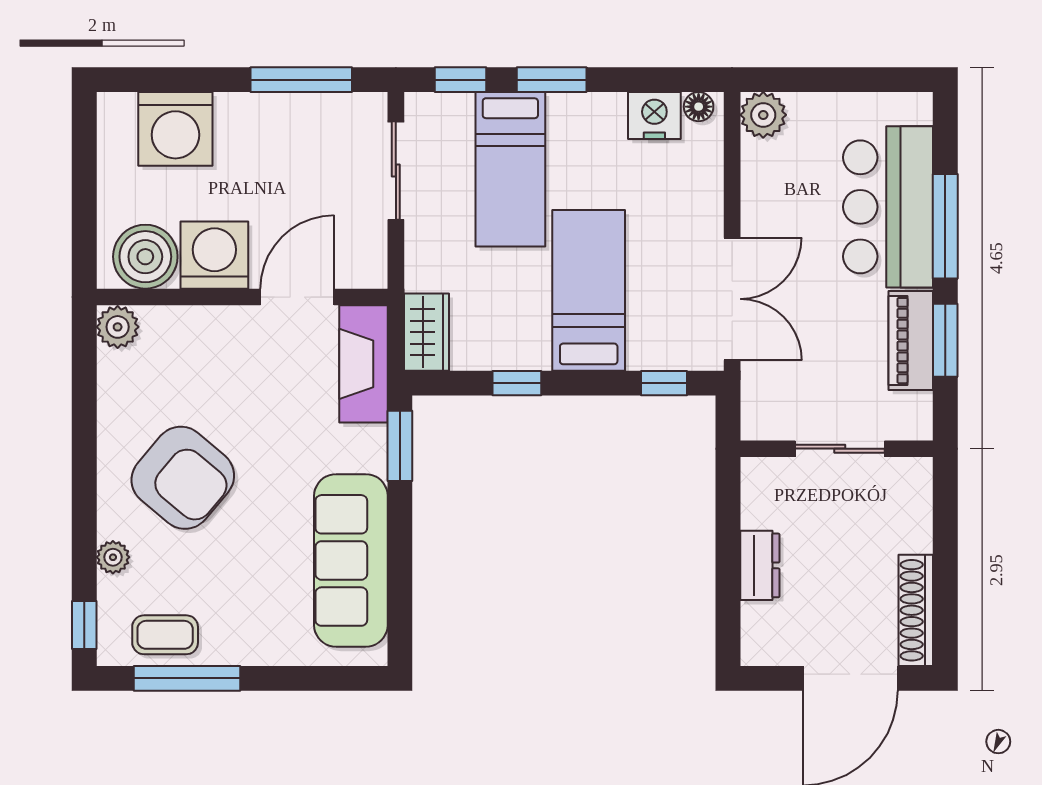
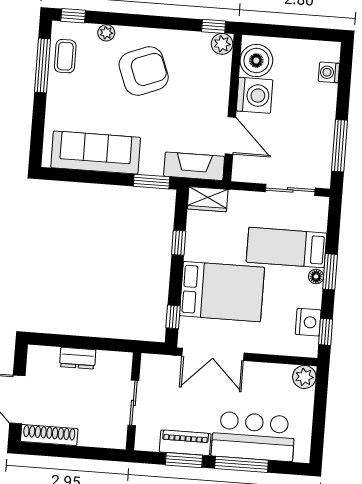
window: (460, 80) -> (326, 332), moved
floor lamp: (699, 107) -> (316, 277), moved
washing machine: (175, 129) -> (329, 72), width x0.53, depth x0.53
bed: (589, 290) -> (222, 292), width x1.50
window: (84, 346) -> (214, 26), added
armchair: (183, 478) -> (144, 71), turned -151

